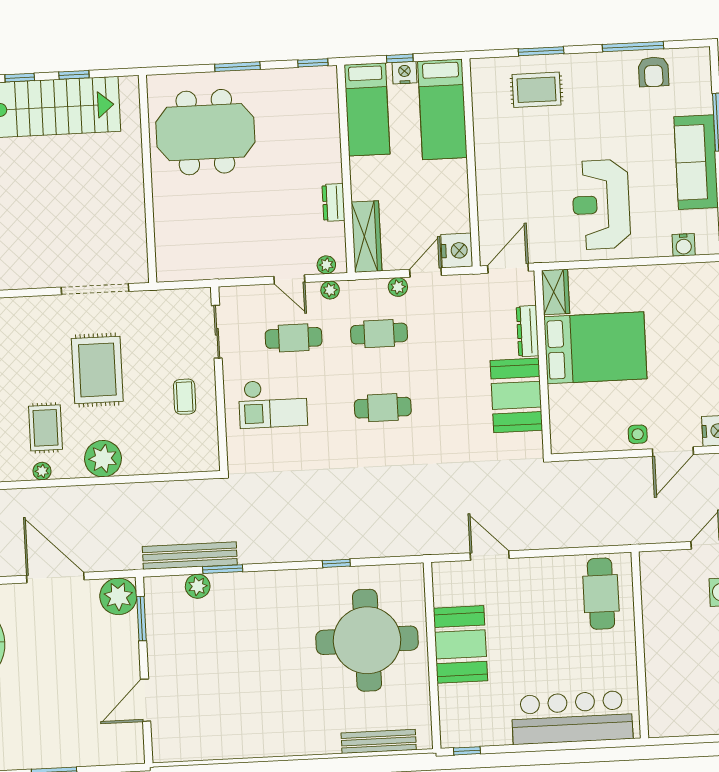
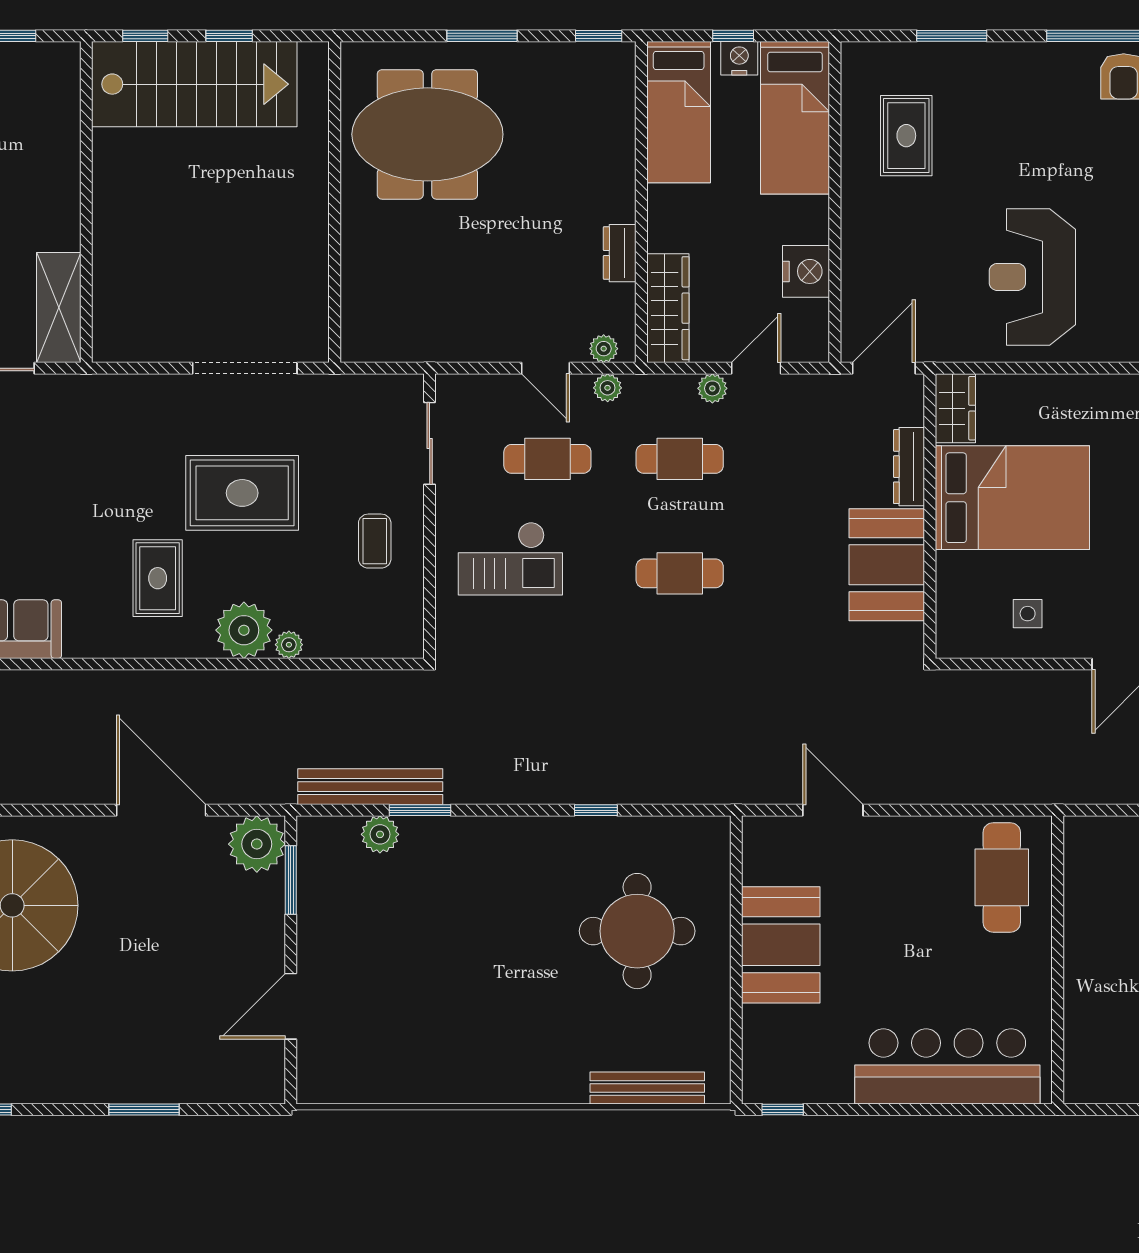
rug: (537, 90) -> (906, 136), moved, turned 90
nightstand: (457, 250) -> (806, 271), moved
rug: (97, 370) -> (242, 493), turned 90
side table: (638, 434) -> (1028, 614), moved
plant: (42, 471) -> (289, 645), moved
round table: (367, 640) -> (637, 931), width x0.73, depth x0.73

